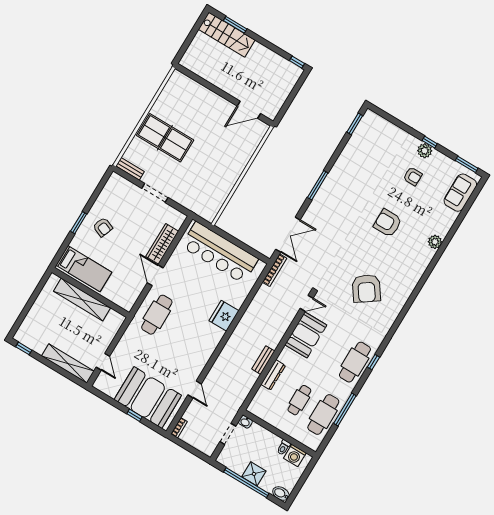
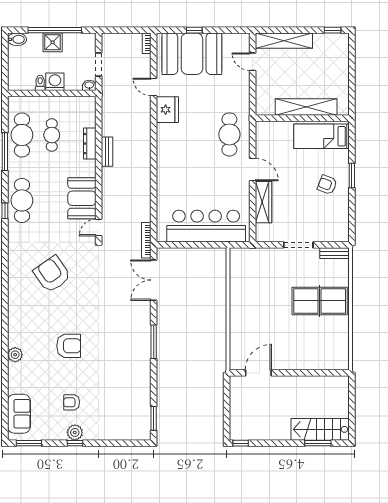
fridge: (224, 316) -> (167, 110), moved
washing machine: (295, 456) -> (55, 82), moved

